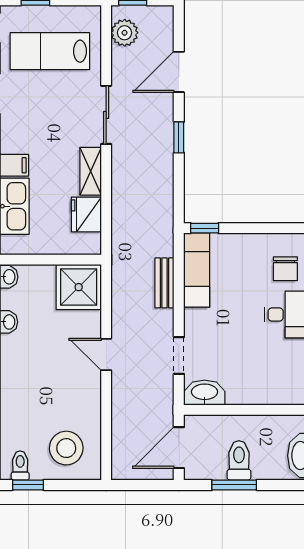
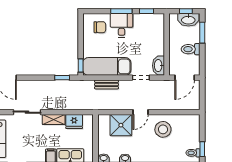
window: (179, 137) -> (62, 78), moved
exam couch: (197, 270) -> (107, 66), width x1.36, depth x1.45
shower: (79, 287) -> (121, 125), moved
stool: (66, 448) -> (163, 129), moved
door: (179, 448) -> (185, 78), hinge flipped
window: (234, 485) -> (202, 33), moved

